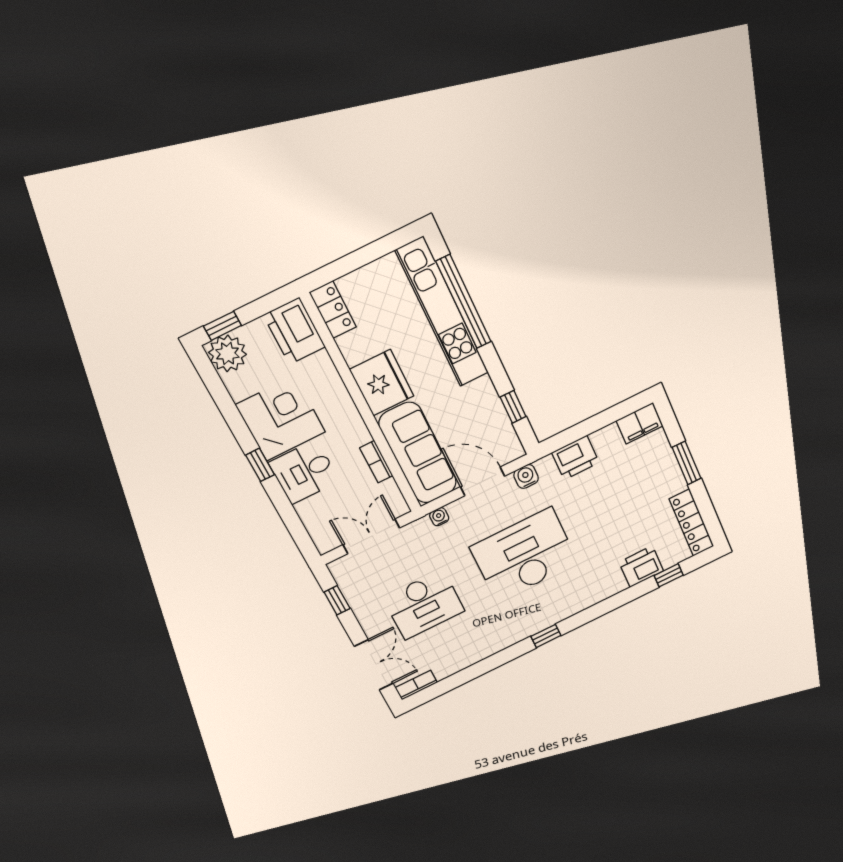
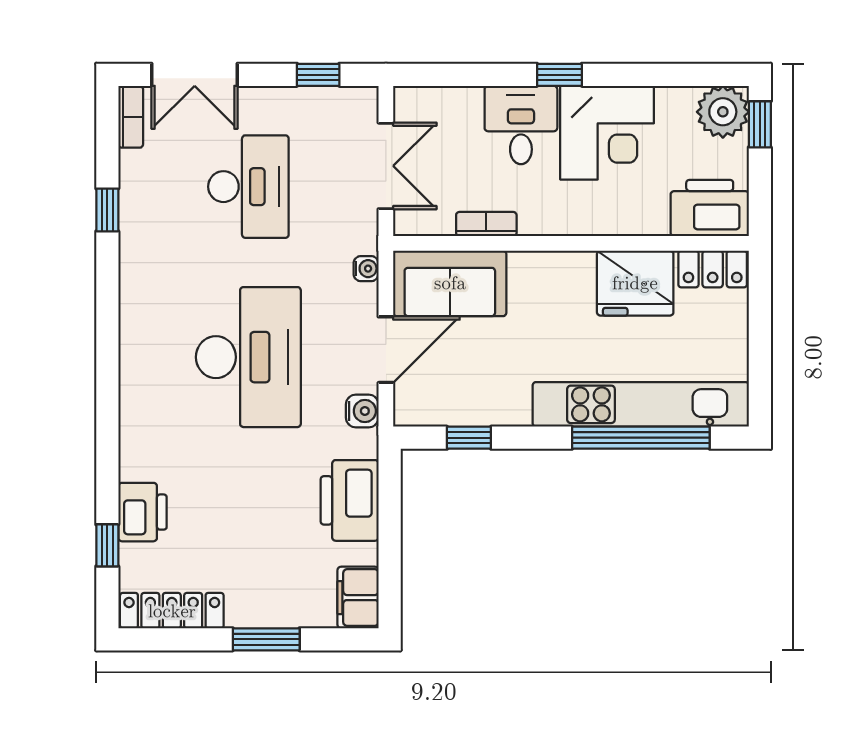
fridge: (382, 383) -> (635, 283), moved
sofa: (418, 453) -> (450, 283), width x0.73
printer: (575, 458) -> (350, 500), width x1.37, depth x1.19
desk: (424, 605) -> (248, 187), turned 180
window: (546, 636) -> (107, 210), moved

